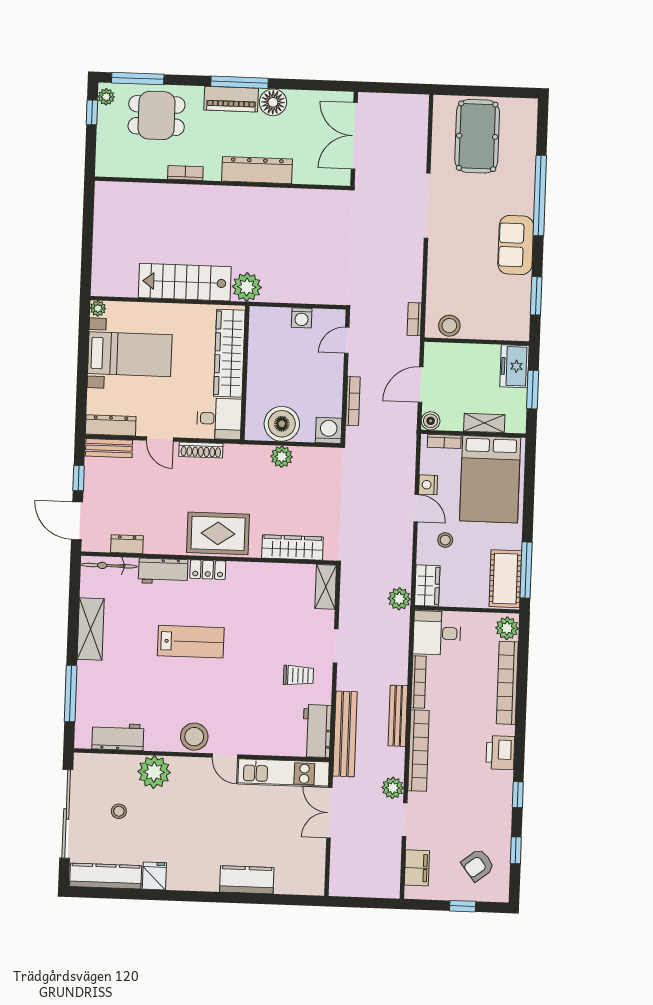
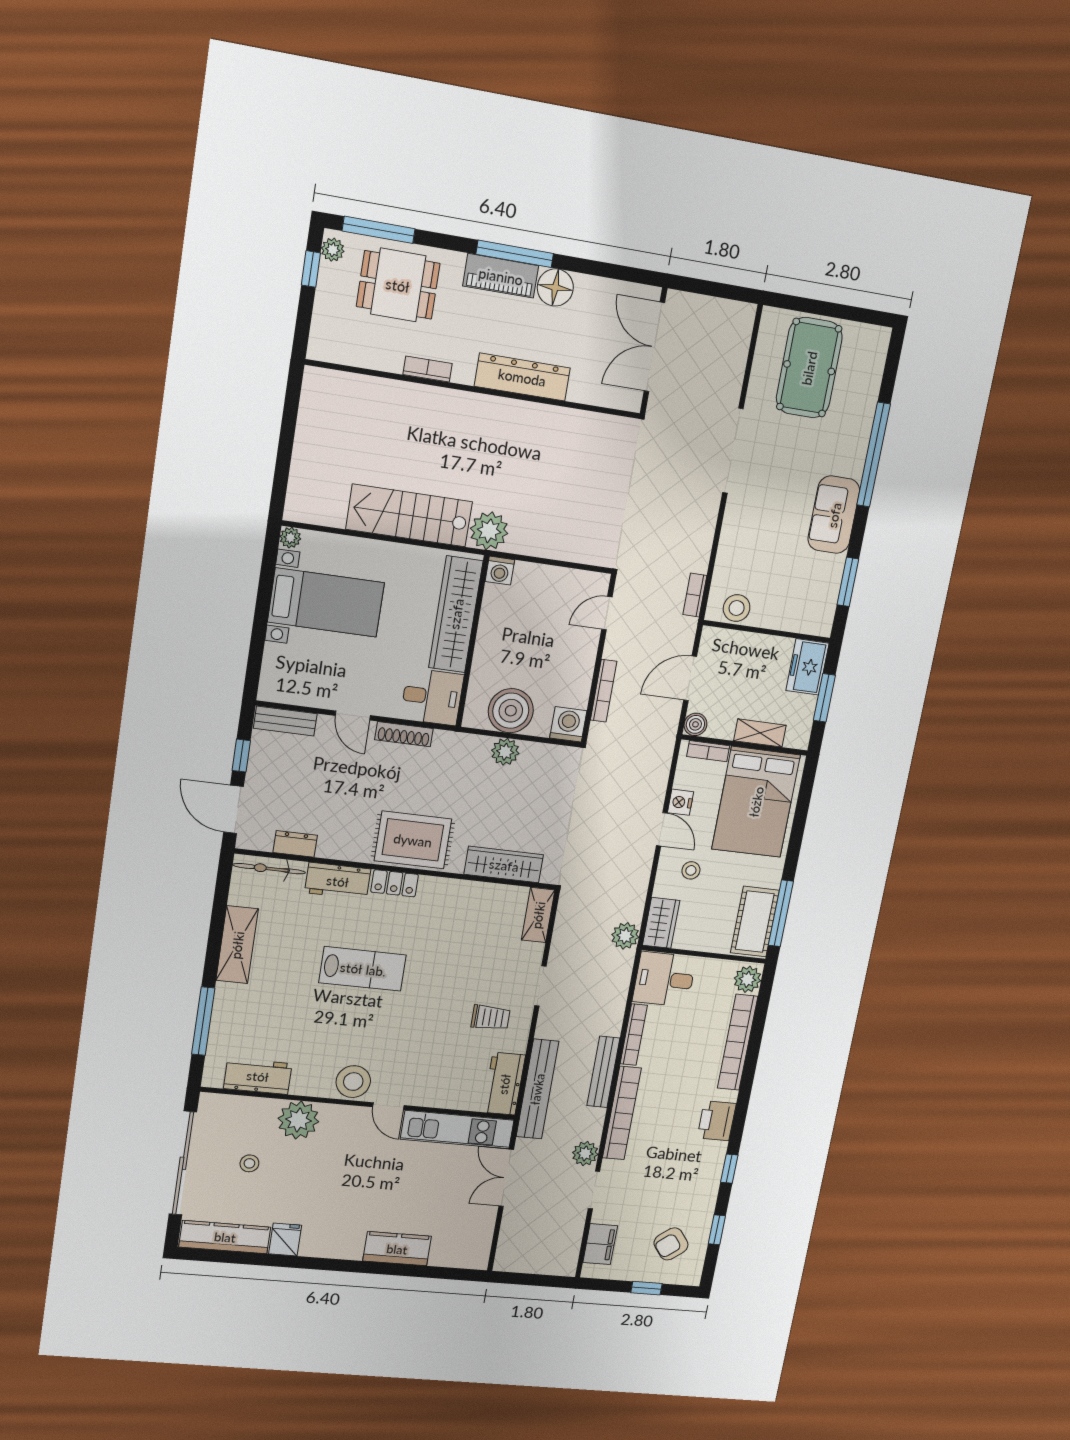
washing machine: (302, 318) -> (500, 571), moved
dresser: (111, 425) -> (291, 692), removed

